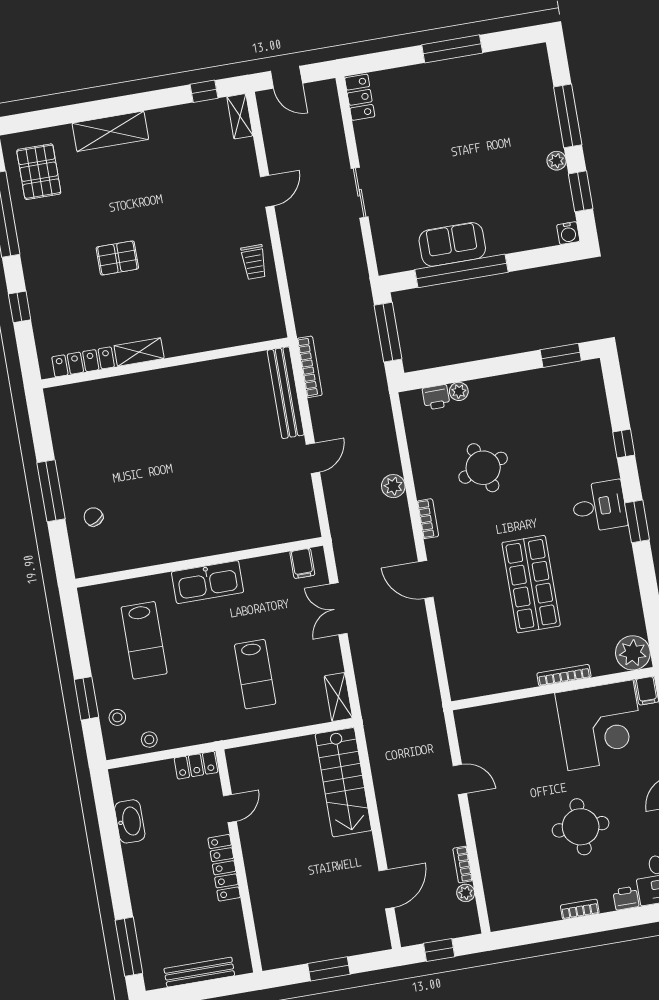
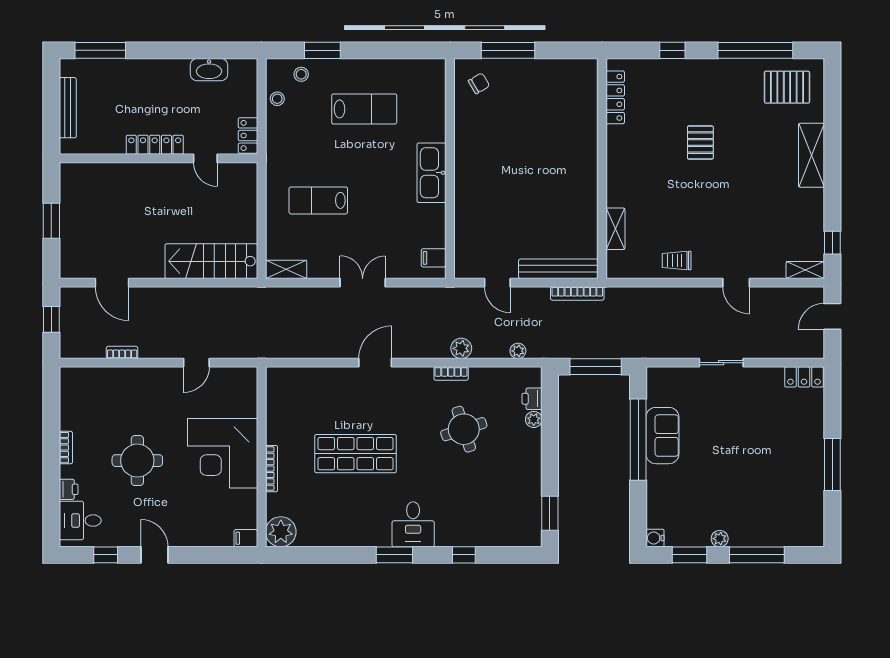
shelving: (139, 352) -> (615, 229), moved
bookcase: (428, 519) -> (451, 374), moved
wall: (199, 562) -> (450, 168), moved
filing cabinet: (302, 563) -> (434, 258), moved
kitchen sink: (208, 582) -> (431, 173), moved
lab bench: (144, 640) -> (364, 109), turned 180
corner desk: (600, 725) -> (223, 453), moved
plant: (466, 893) -> (518, 351), moved

